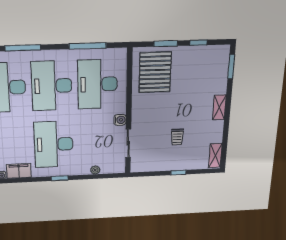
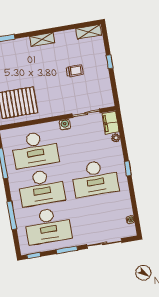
filing cabinet: (19, 171) -> (111, 123), moved

